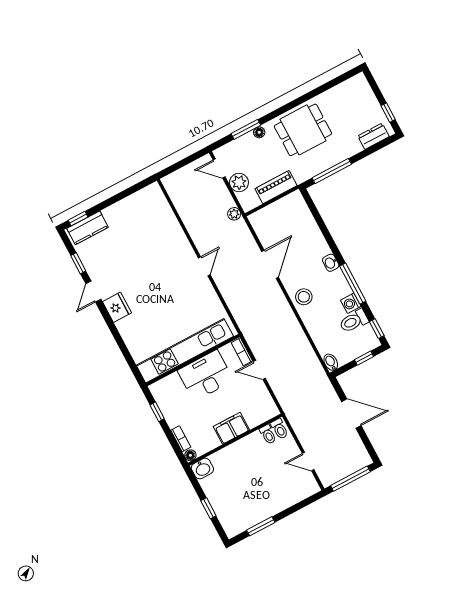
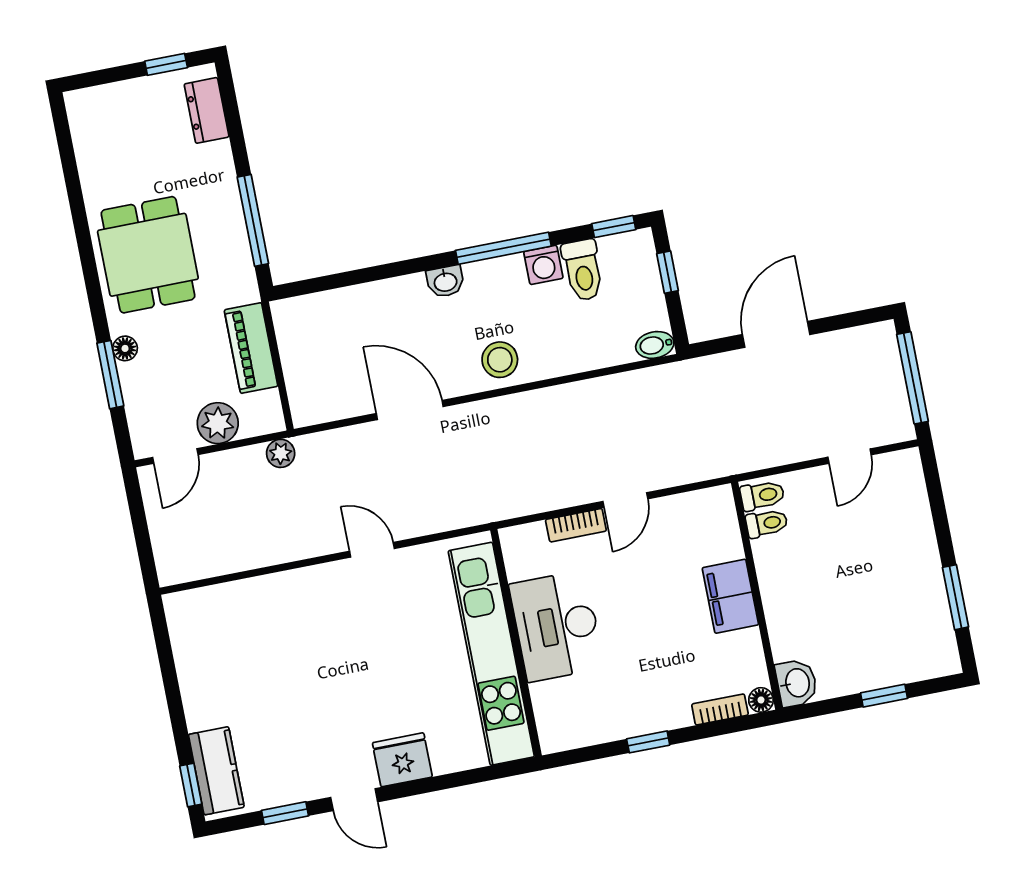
kitchen unit: (185, 351) -> (491, 654), moved
wall: (193, 360) -> (516, 643), moved
desk: (205, 375) -> (557, 626), moved

